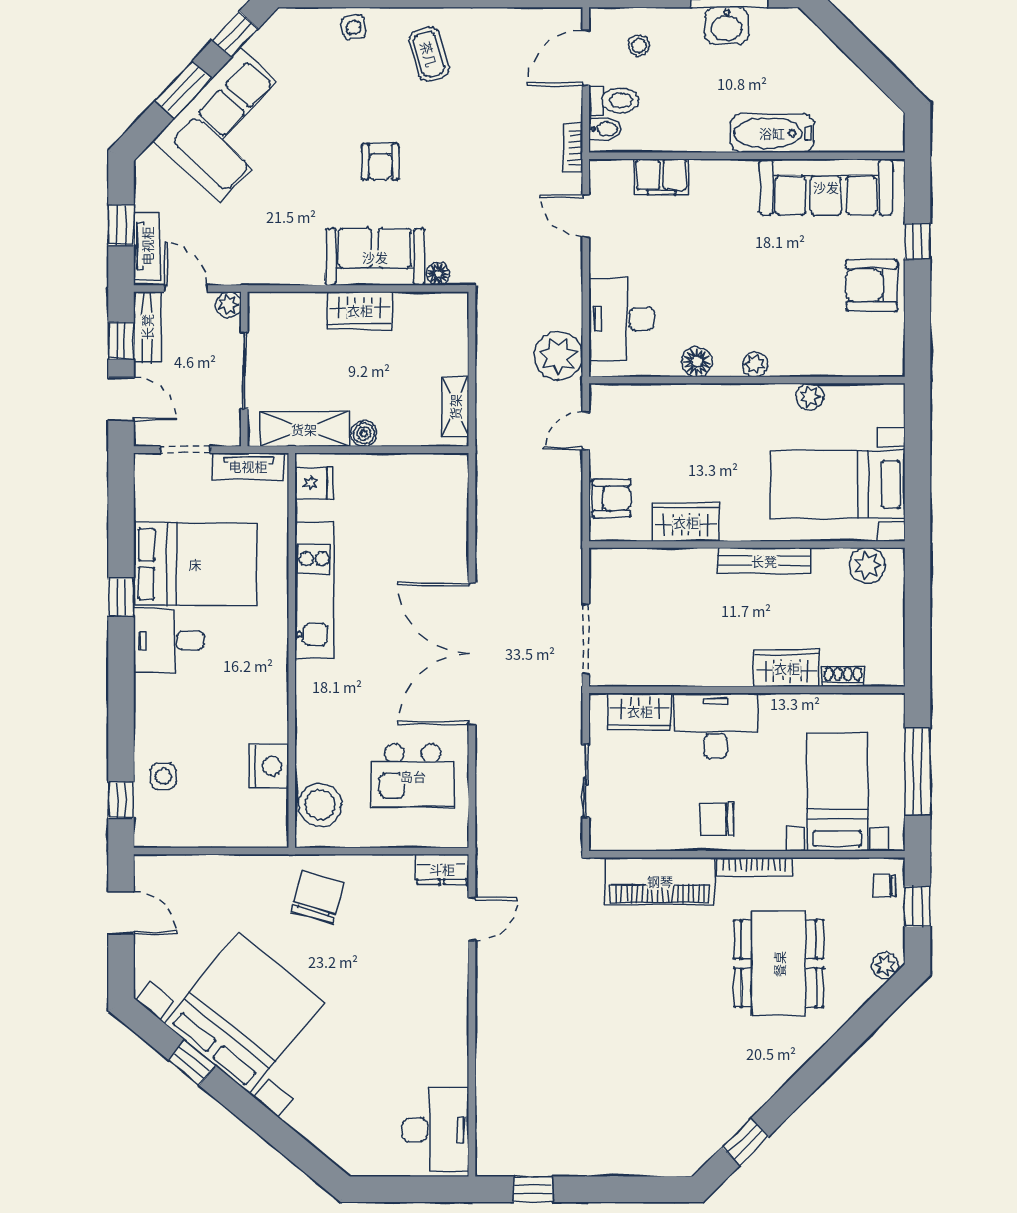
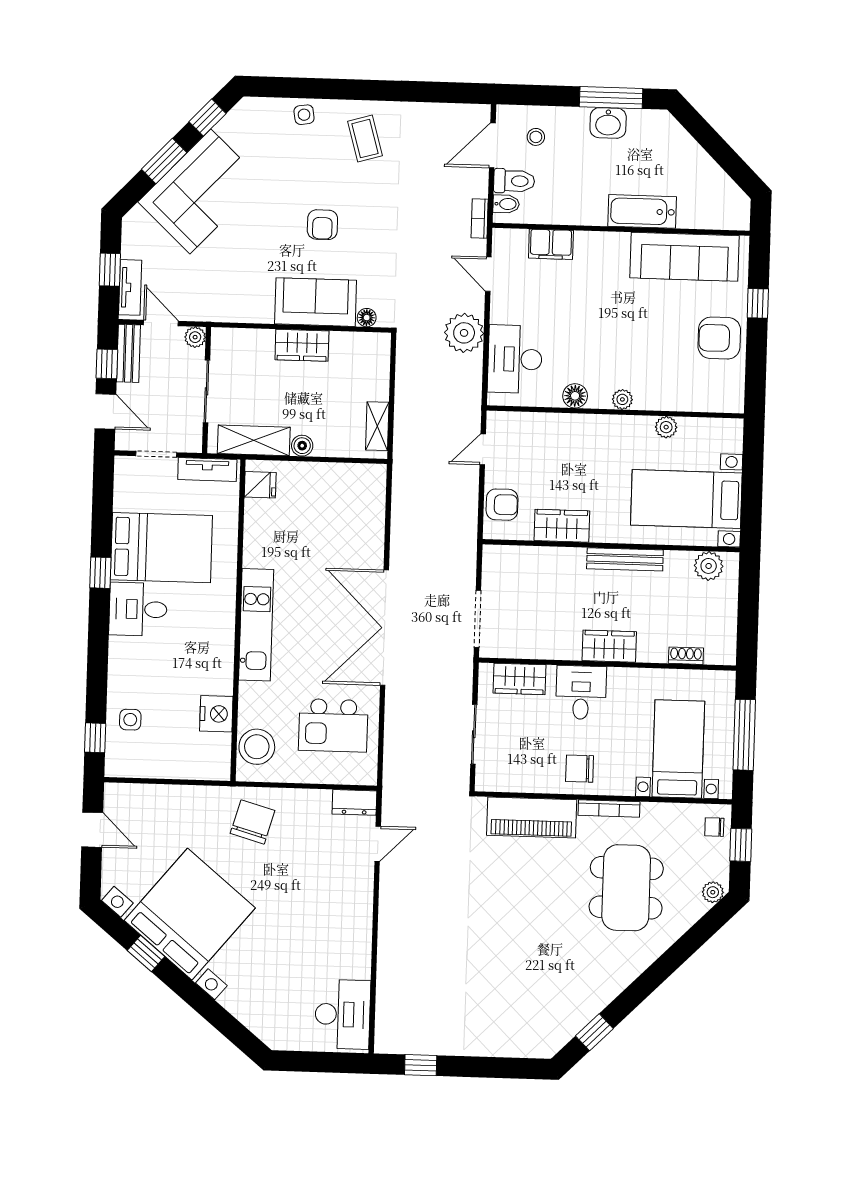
plant: (558, 356) -> (464, 333), moved
kitchen unit: (314, 590) -> (256, 625), moved
wardrobe: (787, 668) -> (609, 646), moved
desk: (716, 726) -> (581, 693), width x0.73

